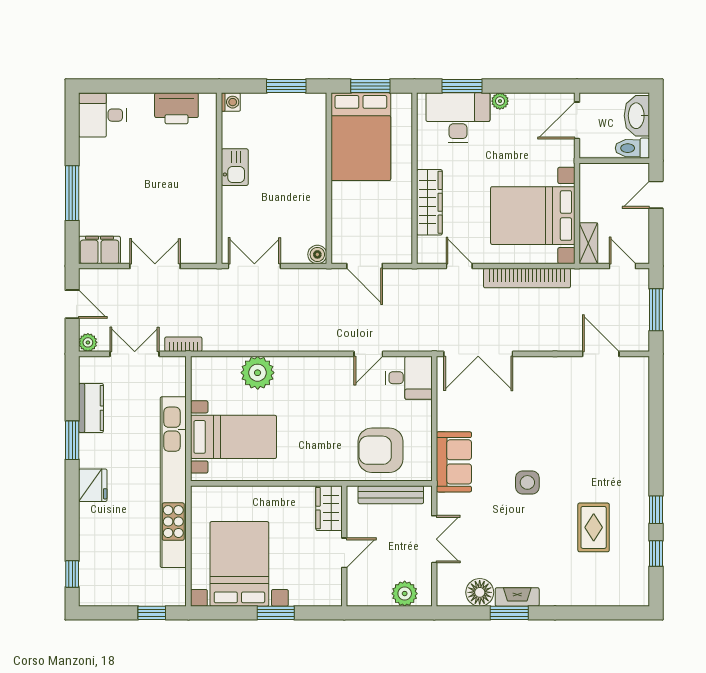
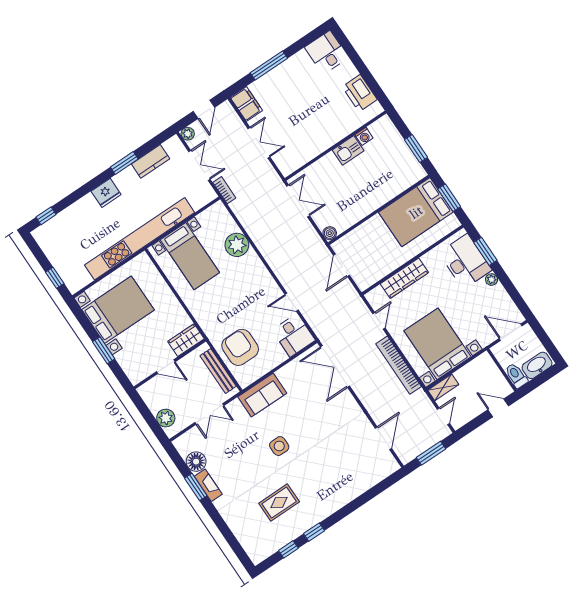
washing machine: (231, 102) -> (364, 136), moved

